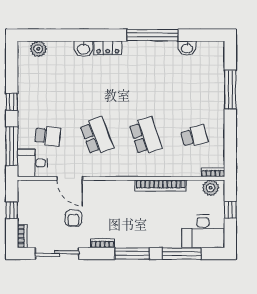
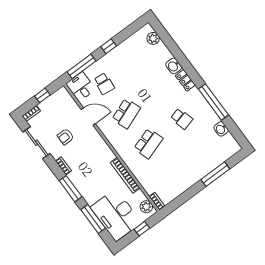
school desk: (194, 136) -> (182, 119), moved
door: (70, 178) -> (88, 116), swing flipped
desk: (203, 231) -> (116, 215), width x1.36, depth x1.30

